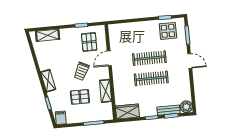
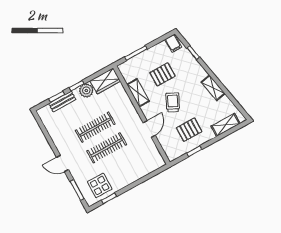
pallet: (89, 42) -> (189, 130), moved, turned 90
shelving: (48, 81) -> (213, 88), moved
plant: (186, 107) -> (86, 90), moved

